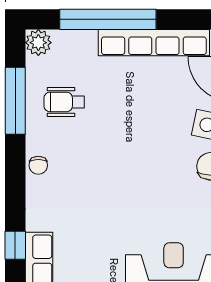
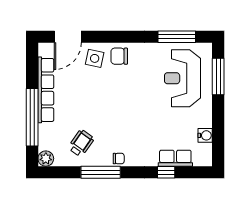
window: (15, 101) -> (101, 172), moved
wheelchair: (64, 102) -> (81, 143), turned -145

